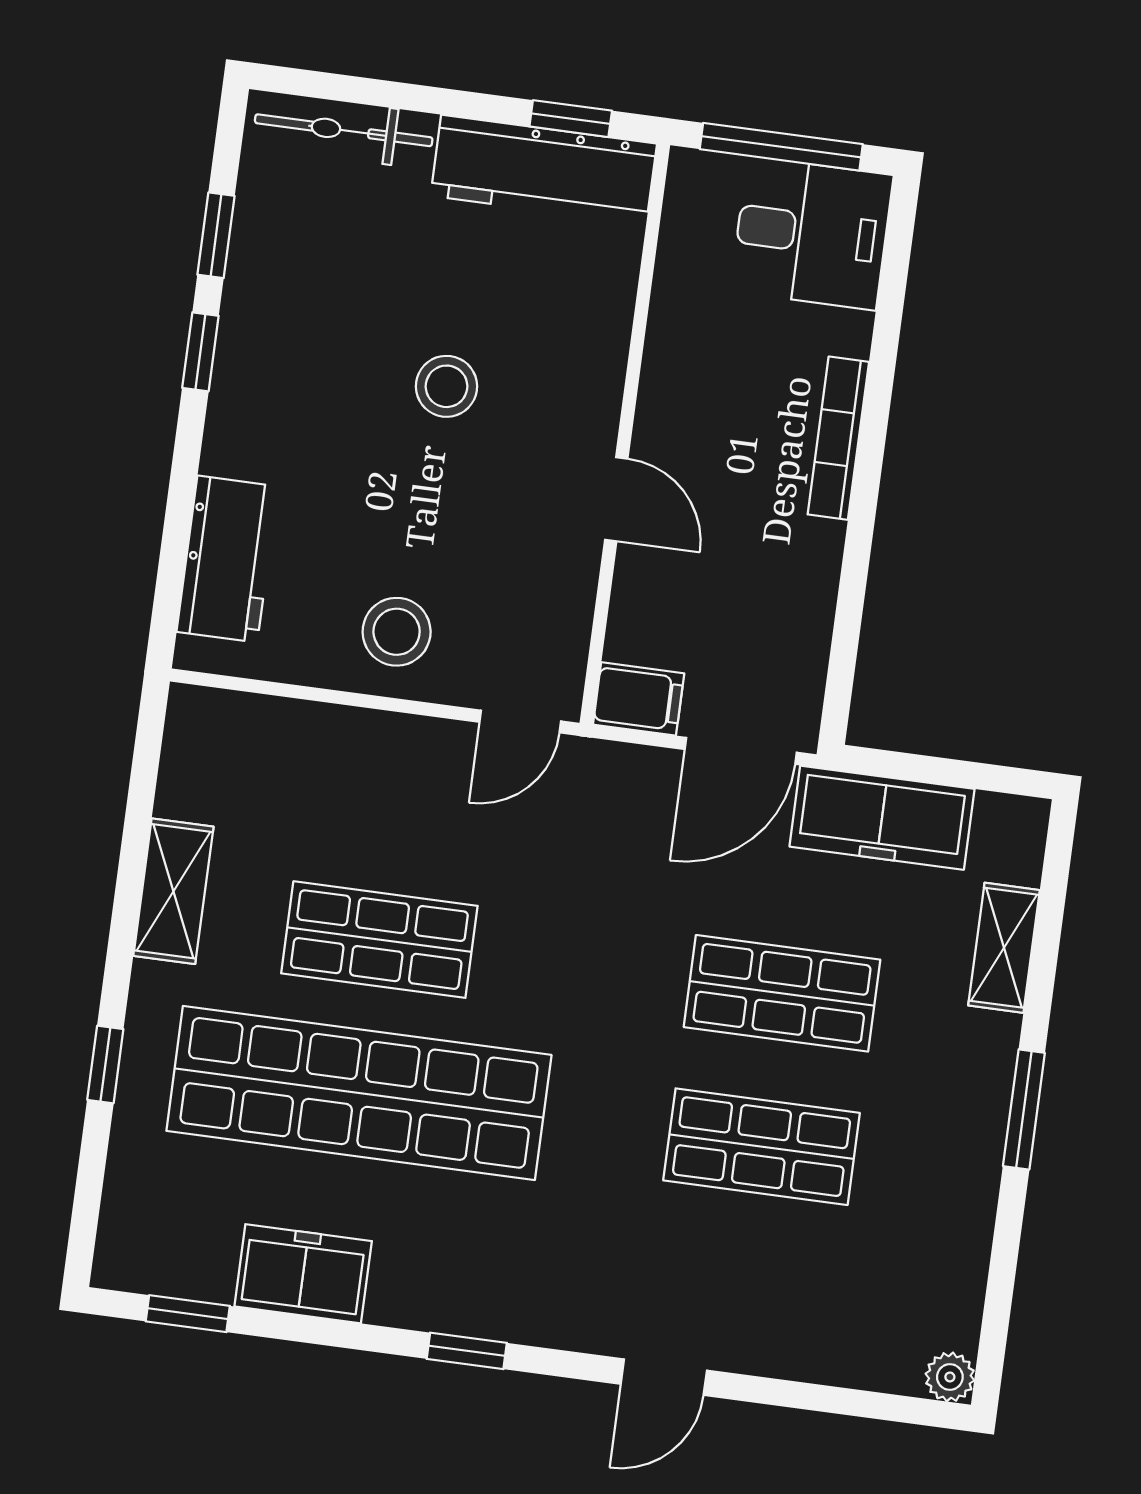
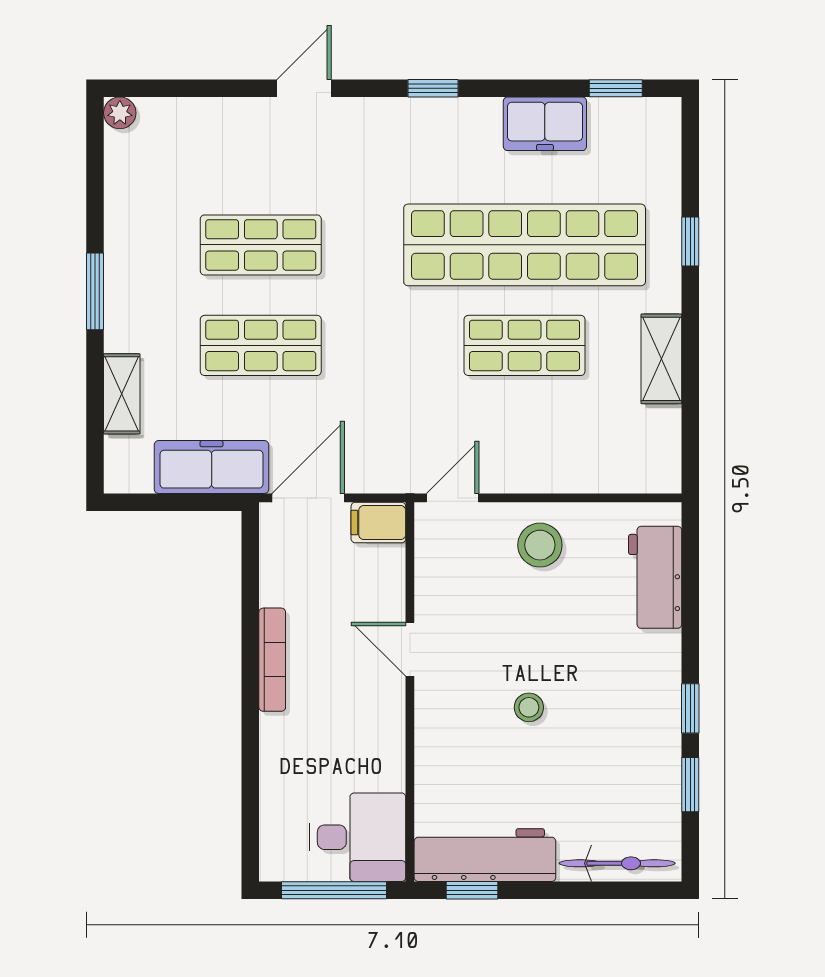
desk: (812, 233) -> (358, 837), moved, turned 180
stool: (446, 386) -> (529, 707), width x0.73, depth x0.73
bookcase: (838, 438) -> (272, 660), moved

